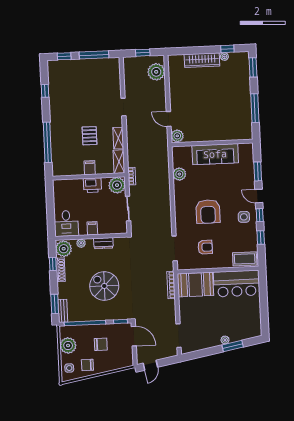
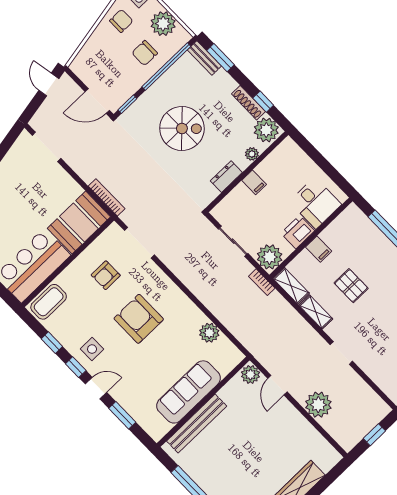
plant: (156, 72) -> (318, 405), moved
door: (169, 119) -> (277, 385), swing flipped
bench: (225, 135) -> (197, 424), added
desk: (66, 223) -> (315, 203), moved, turned 180
chair: (101, 344) -> (145, 53), moved

